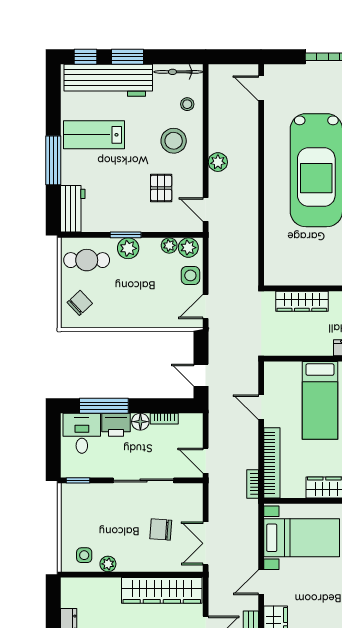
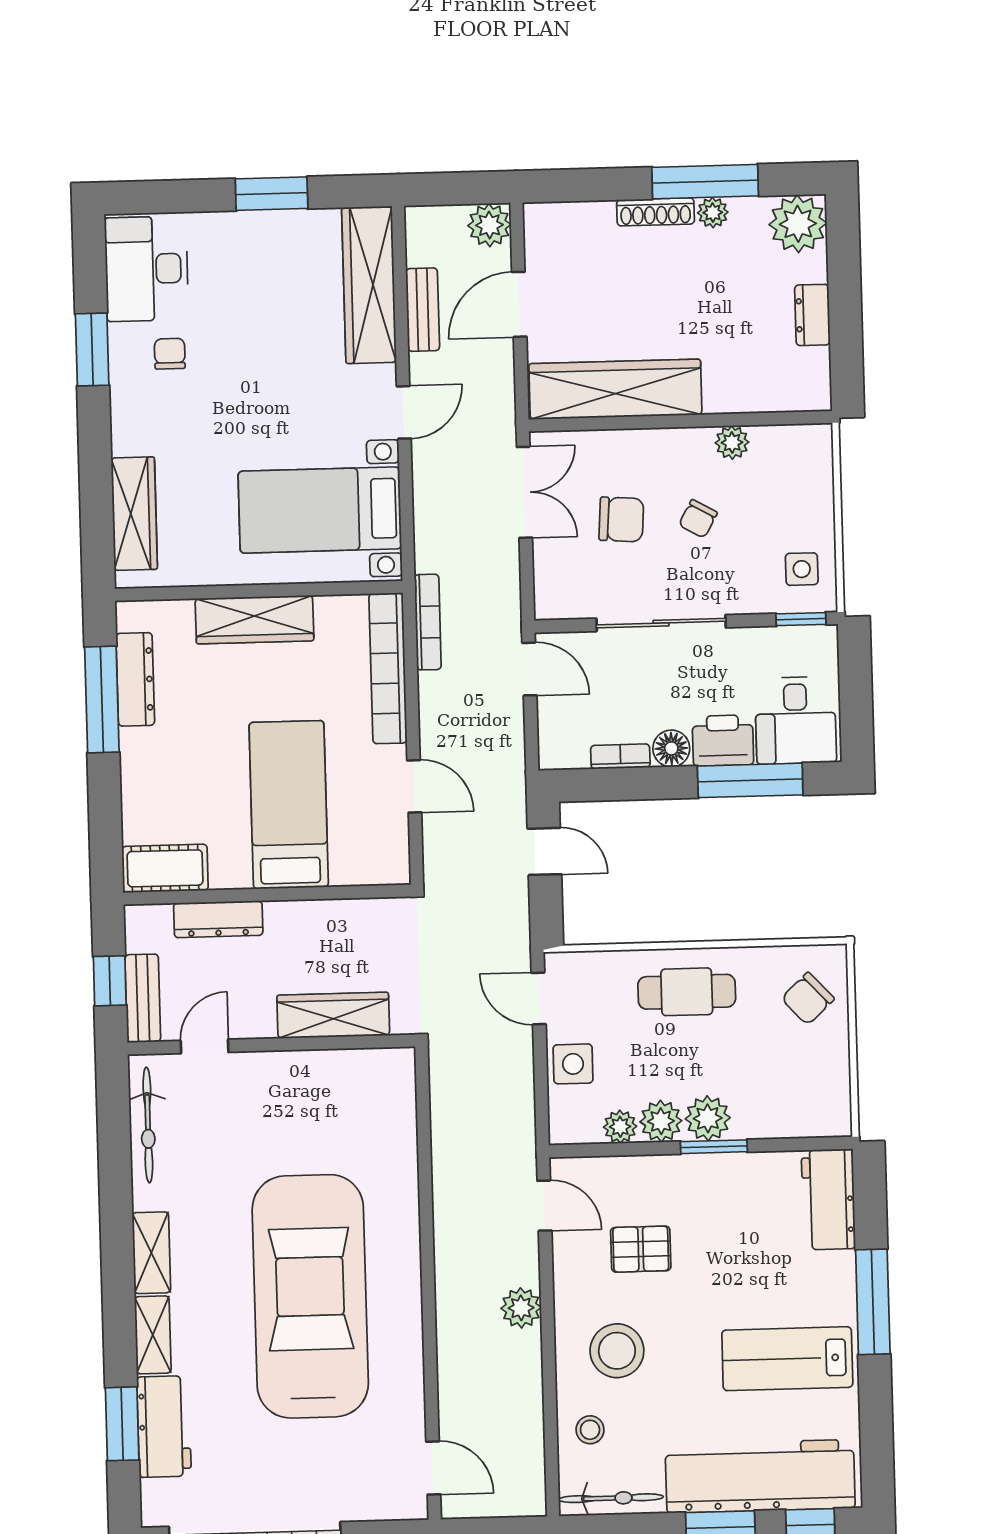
lab bench: (94, 135) -> (787, 1359), turned 180
pallet: (161, 188) -> (641, 1249), turned 90
plant: (188, 248) -> (661, 1121), moved
cafe table: (87, 260) -> (687, 992), moved
door: (206, 306) -> (539, 999), swing flipped
bookcase: (253, 484) -> (428, 622), width x1.56
chair: (125, 529) -> (698, 519), added
side table: (84, 555) -> (802, 569), moved

